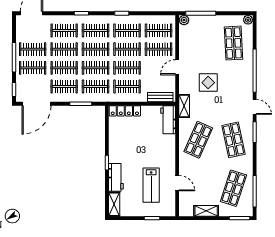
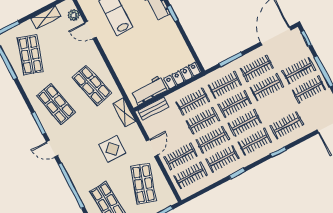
plant: (184, 20) -> (74, 15), moved
shop shelf: (198, 43) -> (143, 184), added
clothes rail: (64, 49) -> (277, 106), removed
workbench: (168, 120) -> (149, 90), moved, turned -90
shop shelf: (198, 140) -> (92, 85), turned -39

